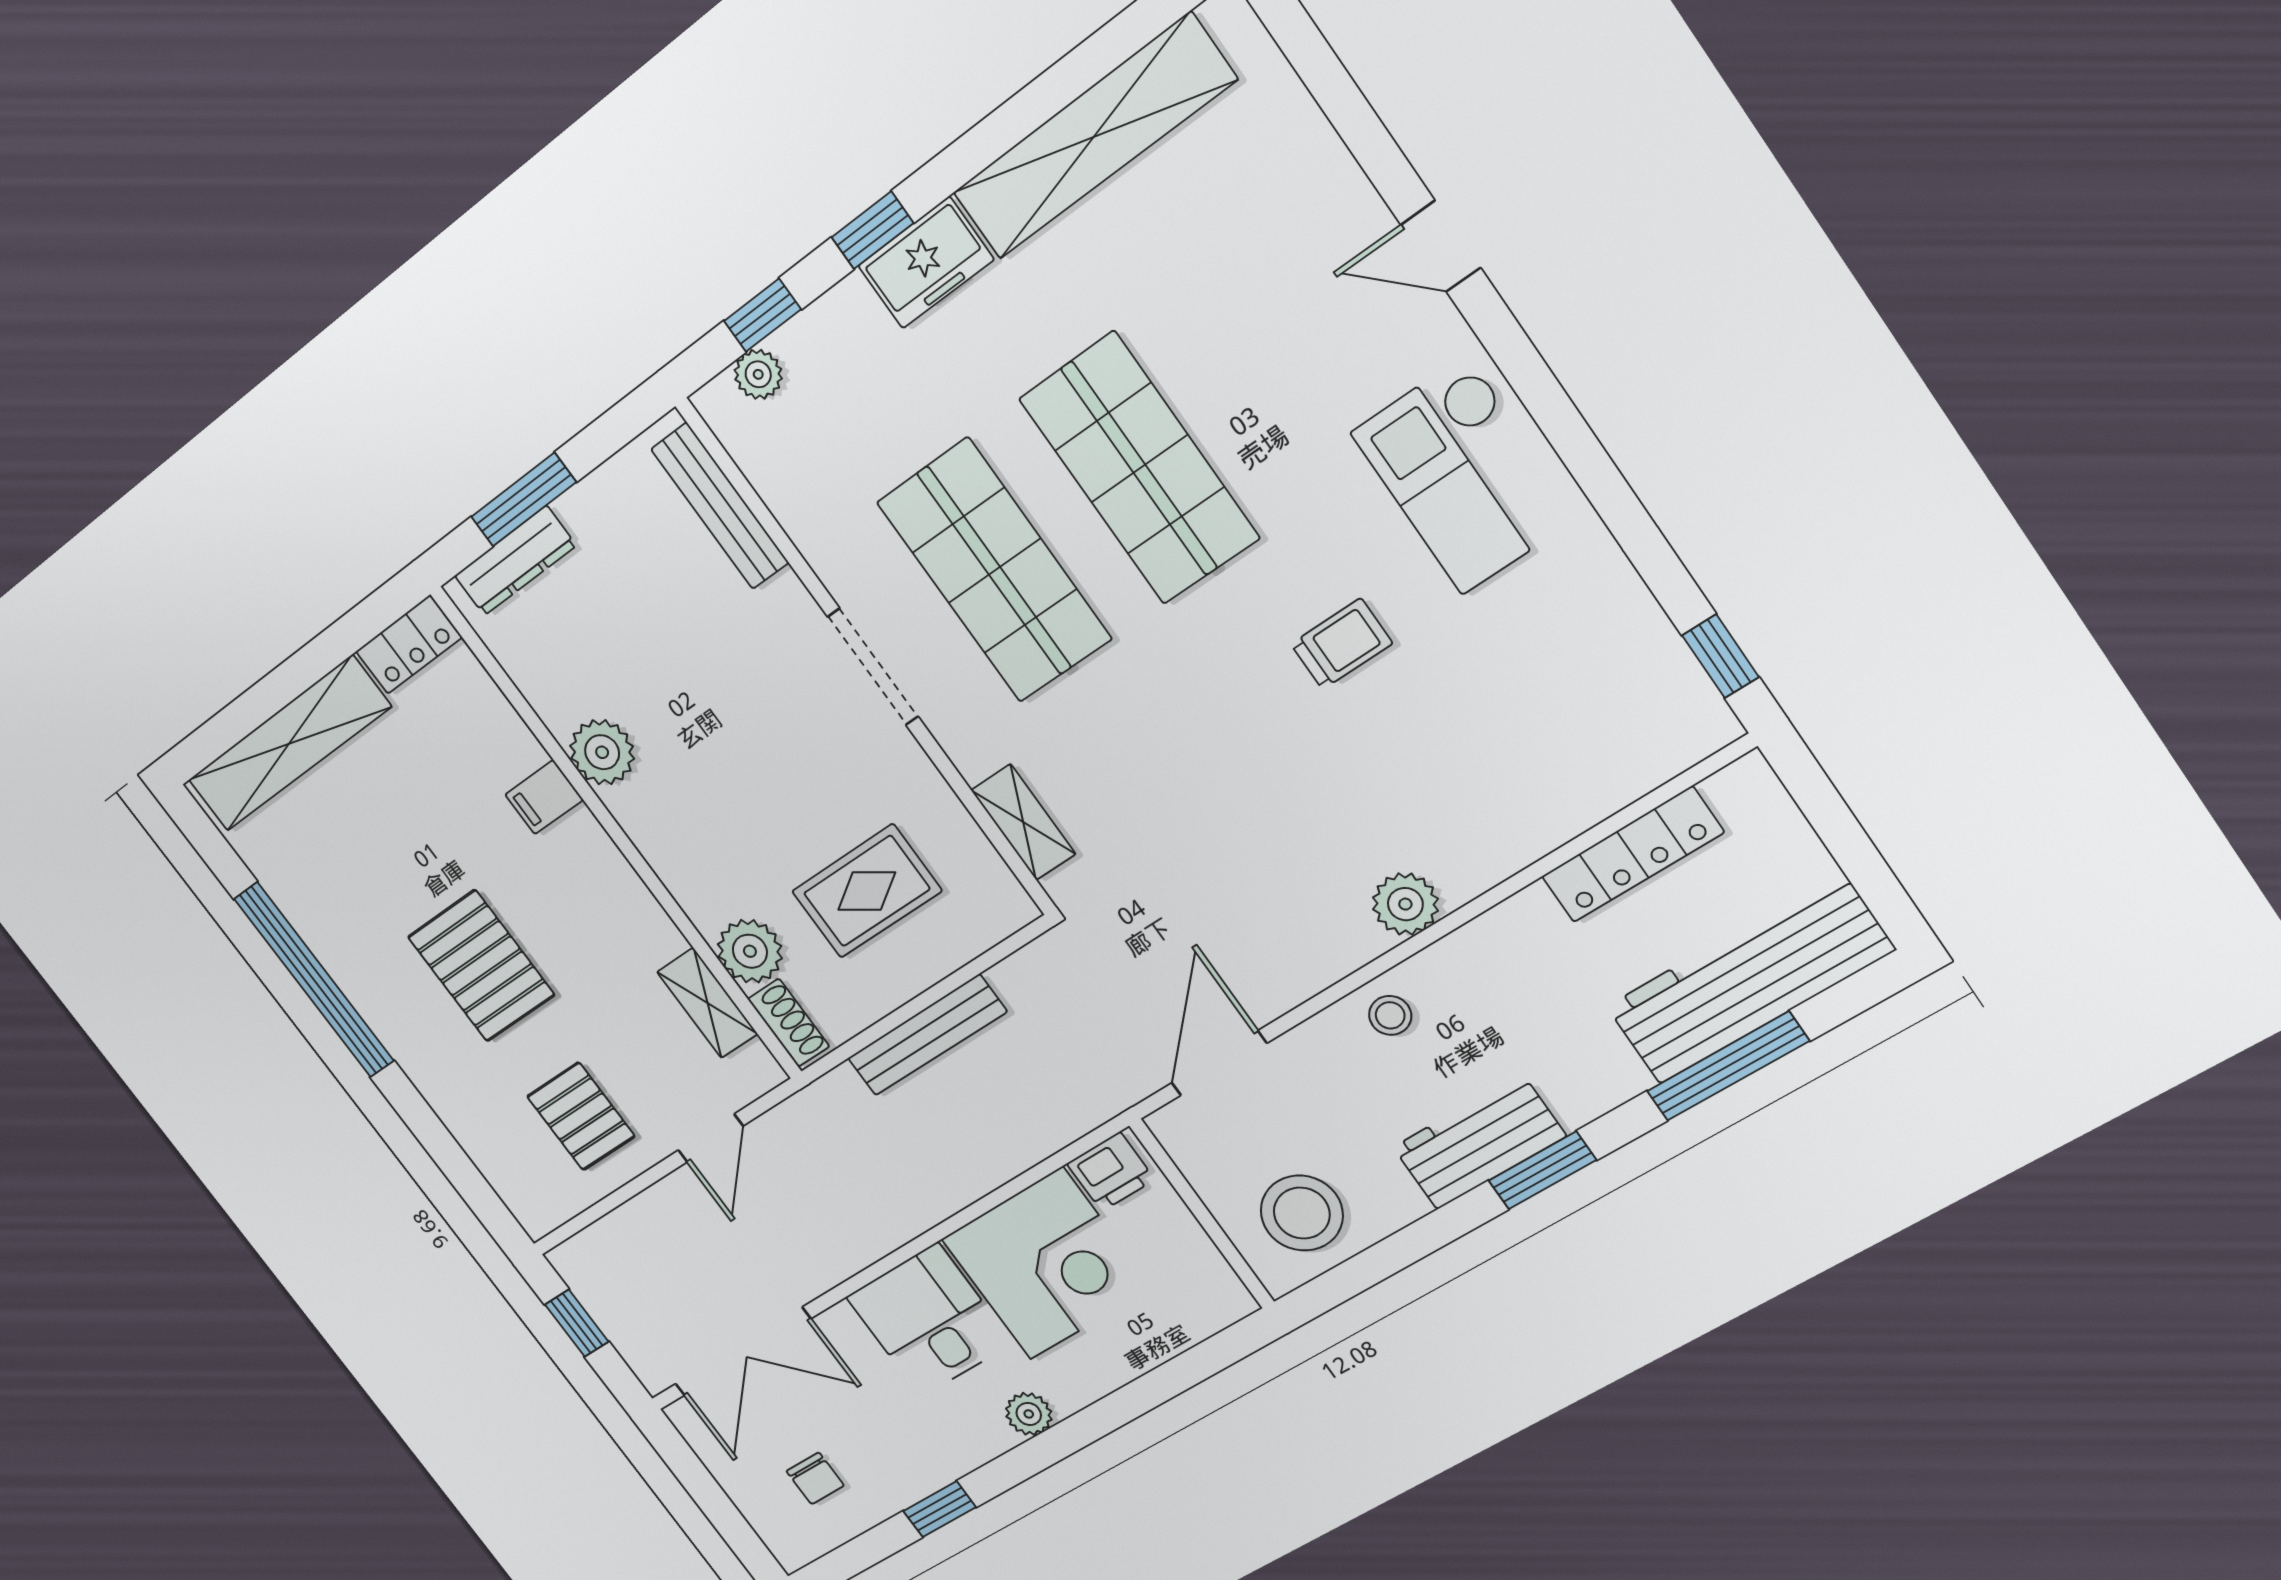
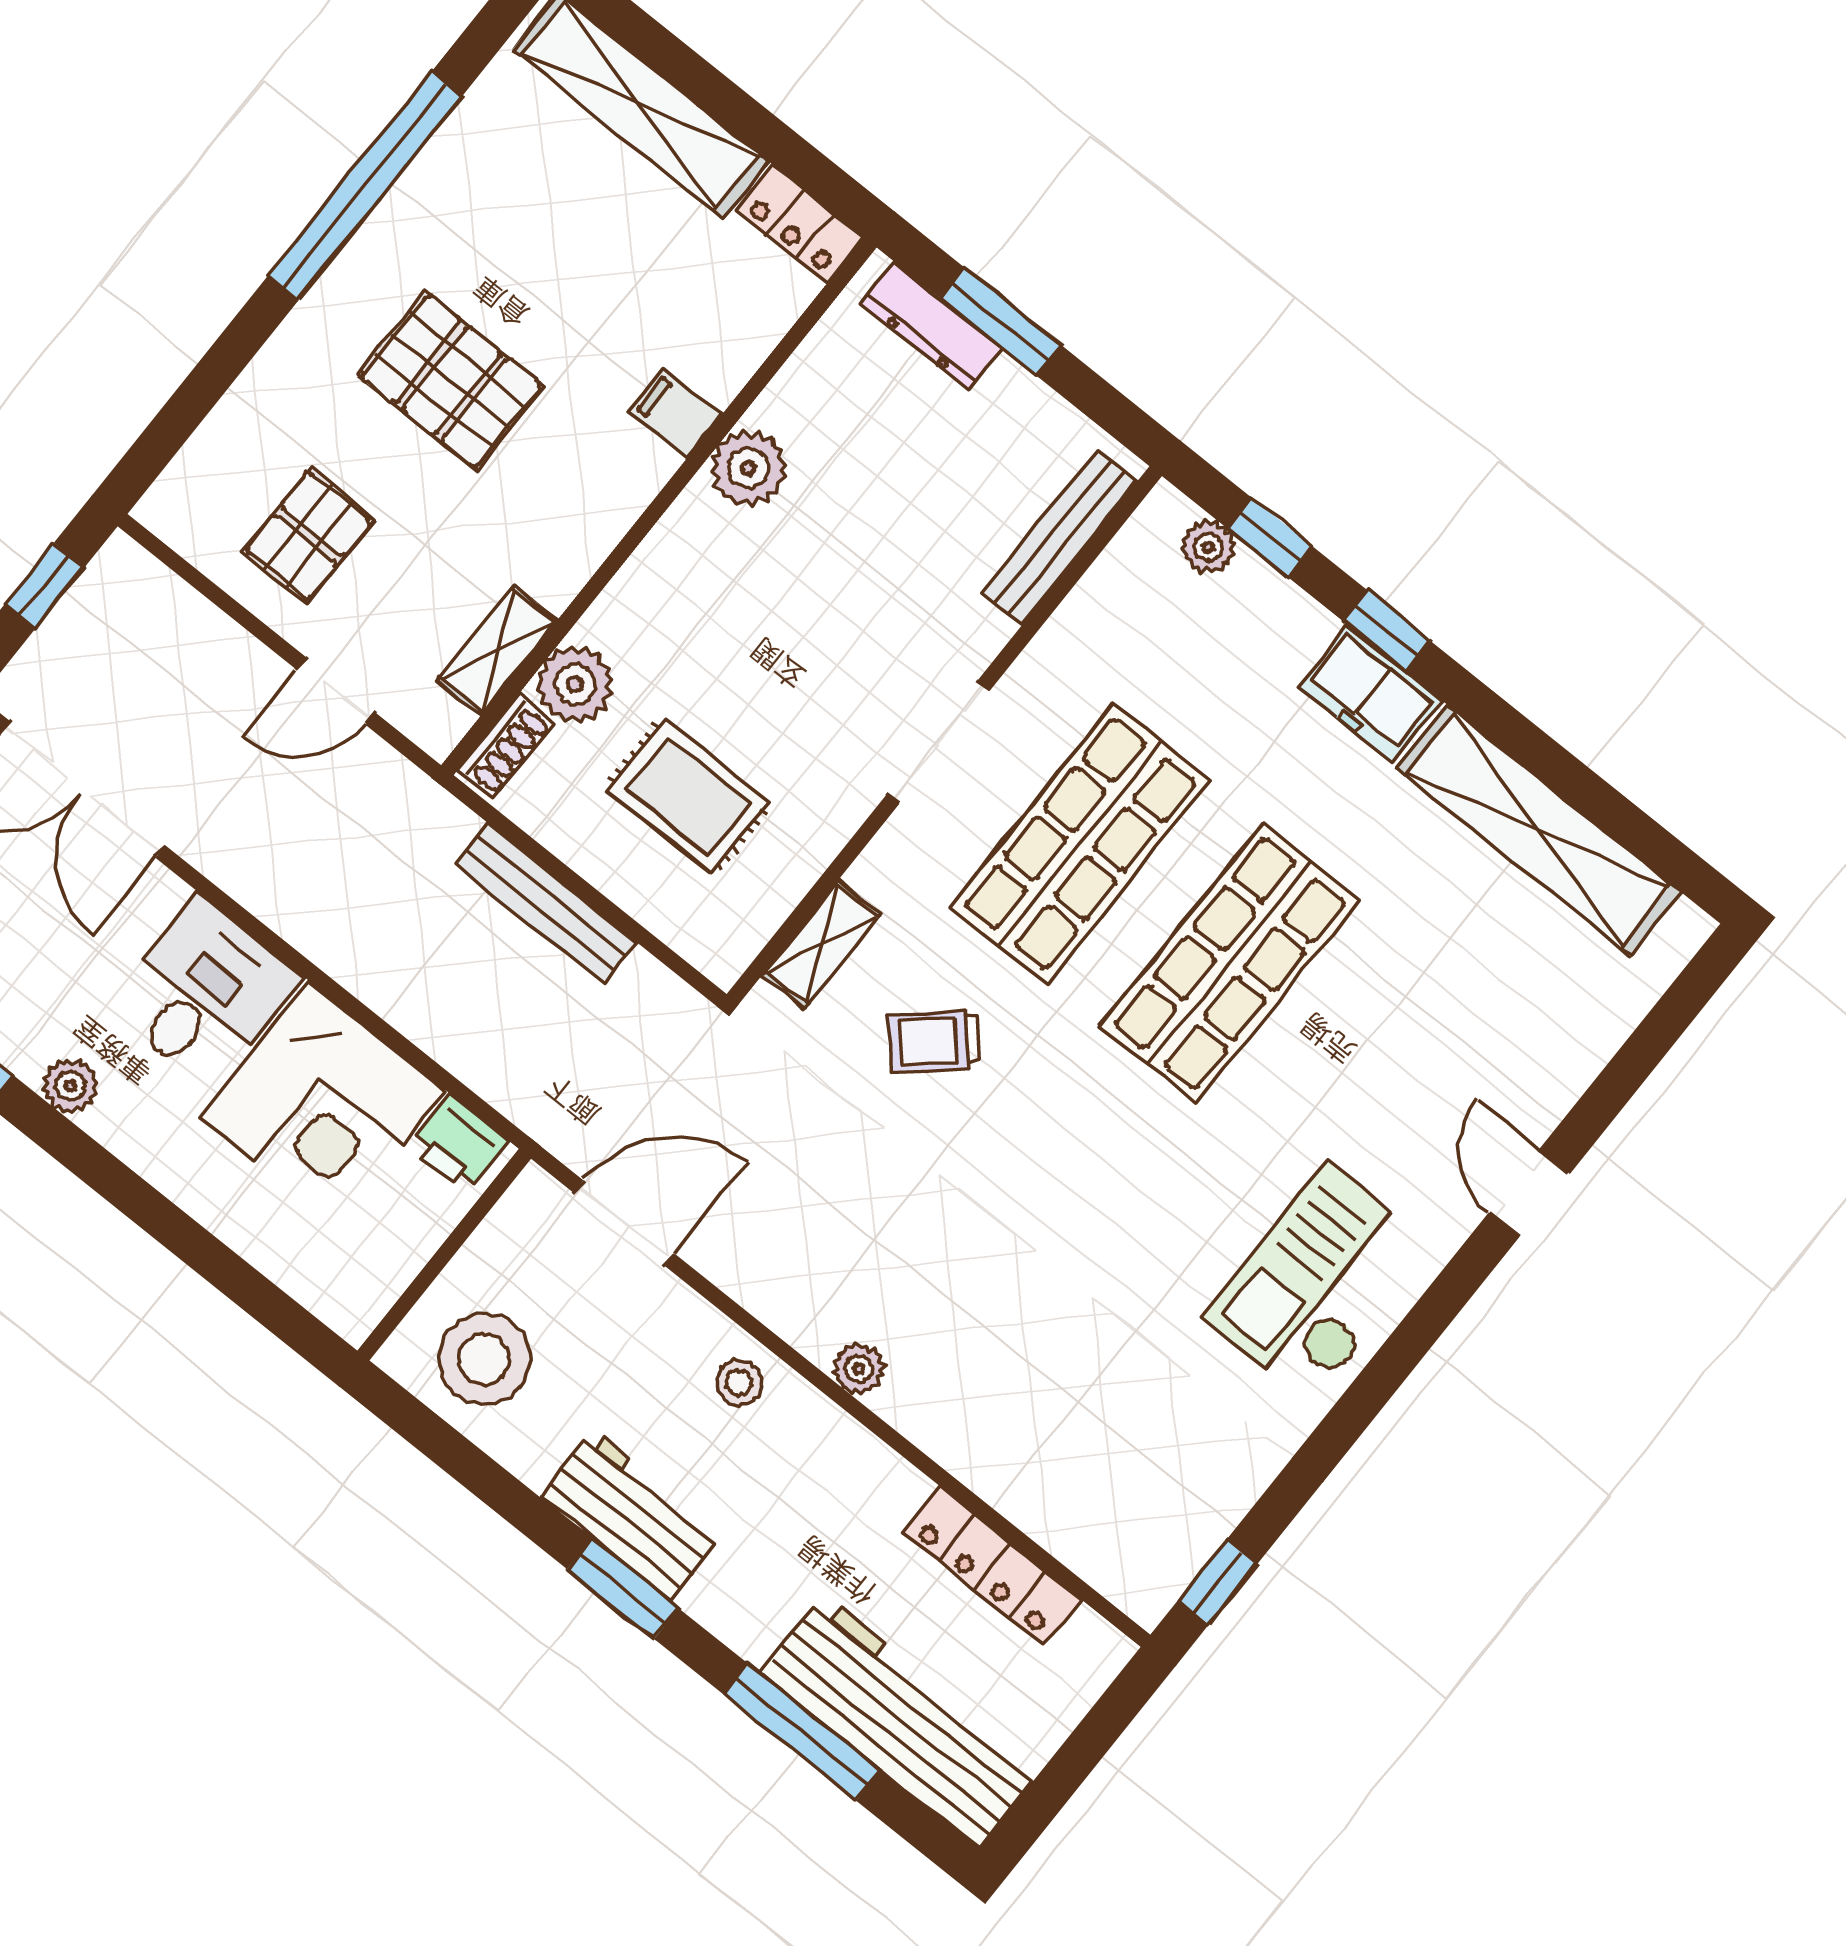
trolley: (1342, 644) -> (934, 1041), moved, turned 138
plant: (1405, 904) -> (859, 1369), width x0.73, depth x0.73
pallet: (481, 966) -> (451, 381), turned 90
plant: (1029, 1414) -> (70, 1086), moved

